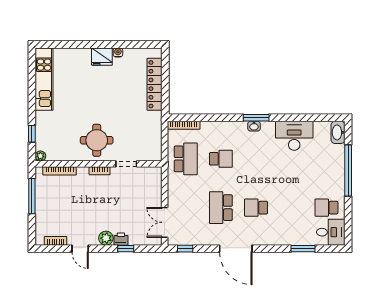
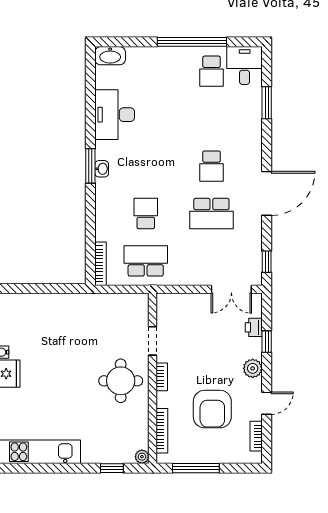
locker: (155, 84) -> (45, 303), removed
window: (348, 171) -> (192, 42), moved
armchair: (76, 208) -> (212, 409), added
printer: (121, 239) -> (254, 327), moved

